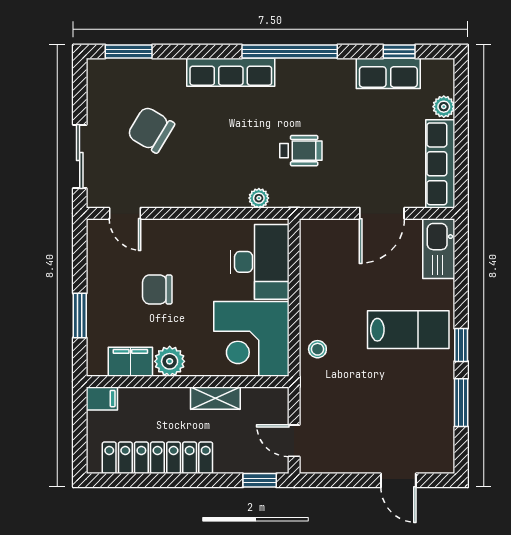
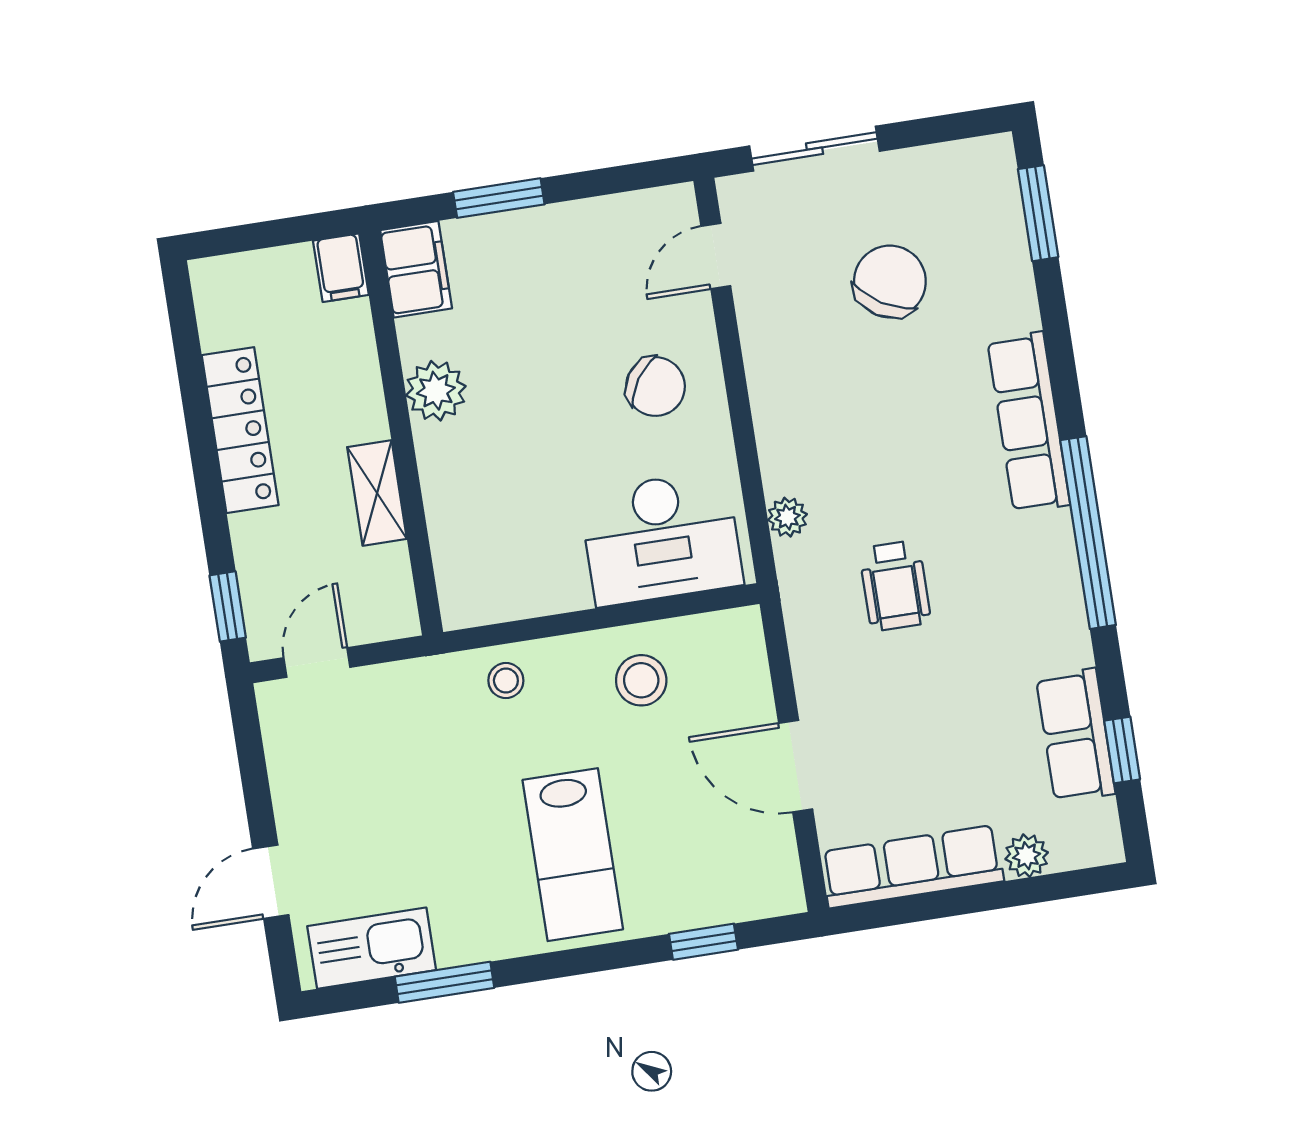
kitchen sink: (439, 249) -> (372, 948), moved
stool: (328, 283) -> (641, 680), added
chair: (157, 289) -> (655, 387), moved, turned 124
corner desk: (251, 339) -> (506, 546), removed
window: (461, 345) -> (703, 942), moved
filing cabinet: (130, 362) -> (416, 269), moved
locker: (157, 458) -> (240, 430), width x0.71, depth x0.83

